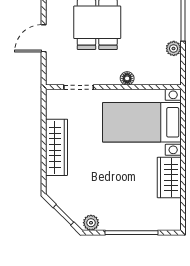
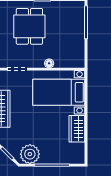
plant: (174, 48) -> (80, 44), removed
plant: (91, 223) -> (30, 154), width x1.88, depth x1.88

